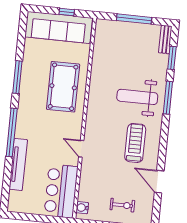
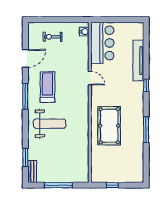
sofa: (59, 27) -> (118, 172), removed
window: (168, 98) -> (25, 96), moved
window: (12, 132) -> (146, 85), width x0.32
treadmill: (135, 143) -> (47, 87), turned 180
door: (159, 182) -> (25, 58), hinge flipped

